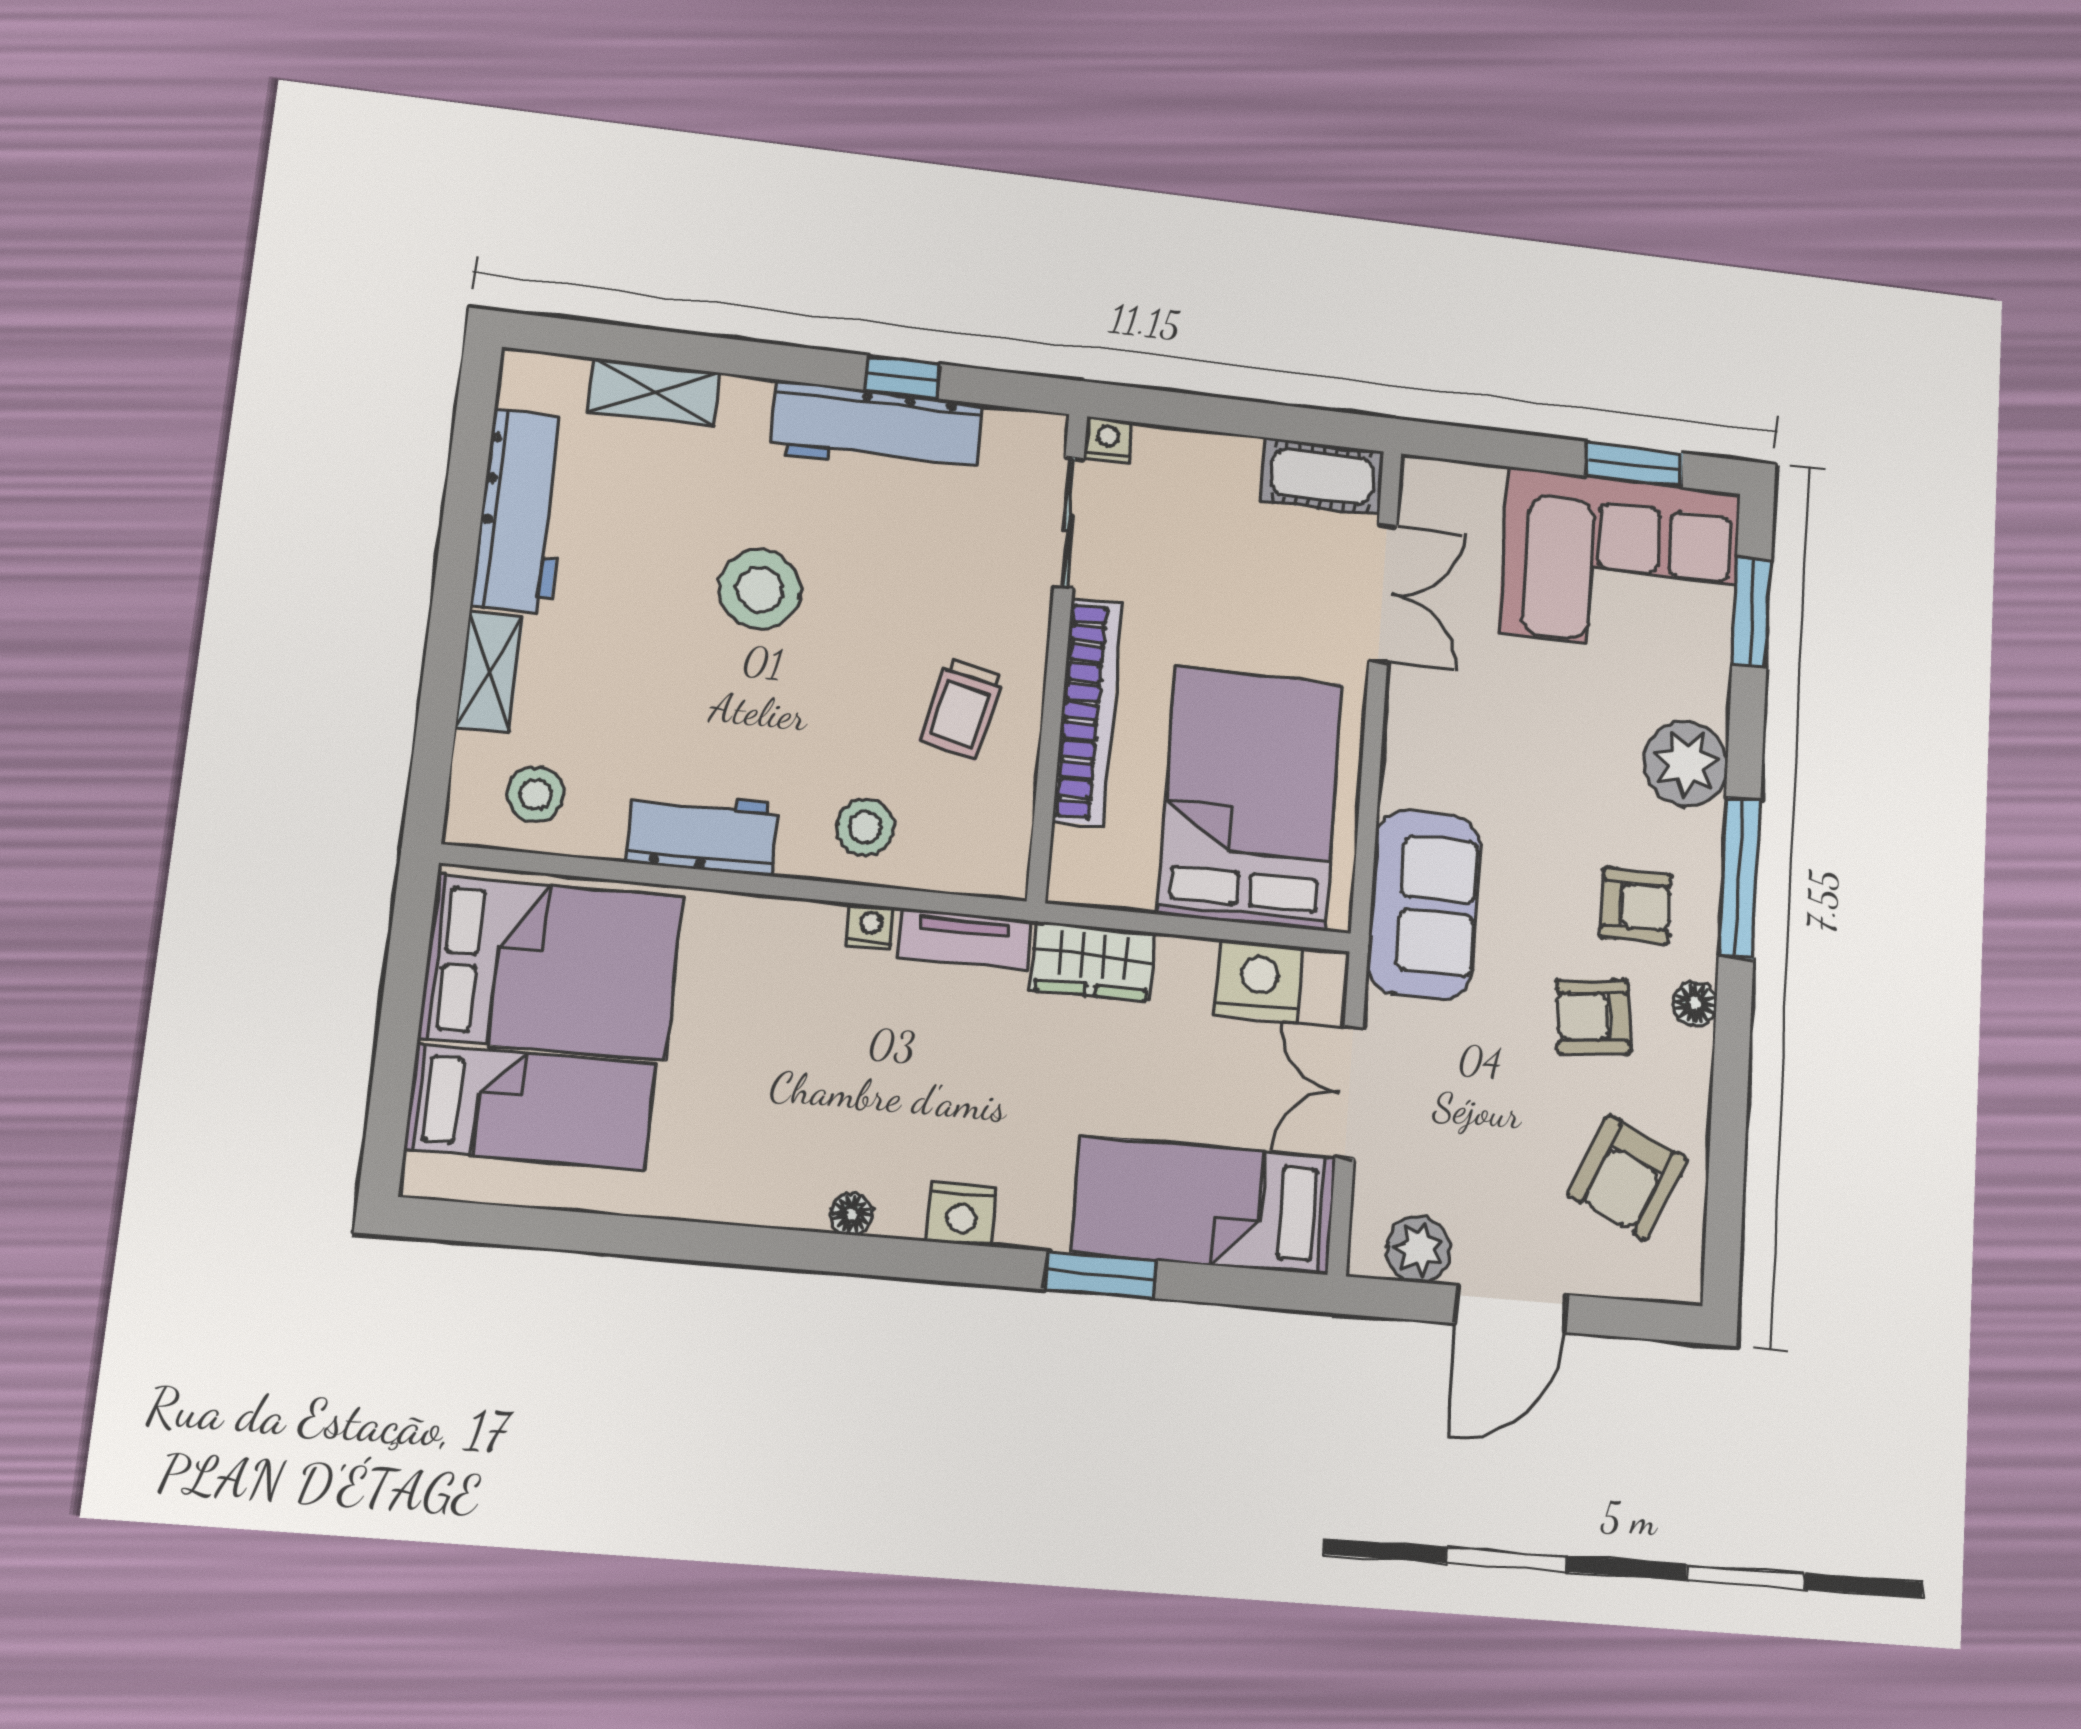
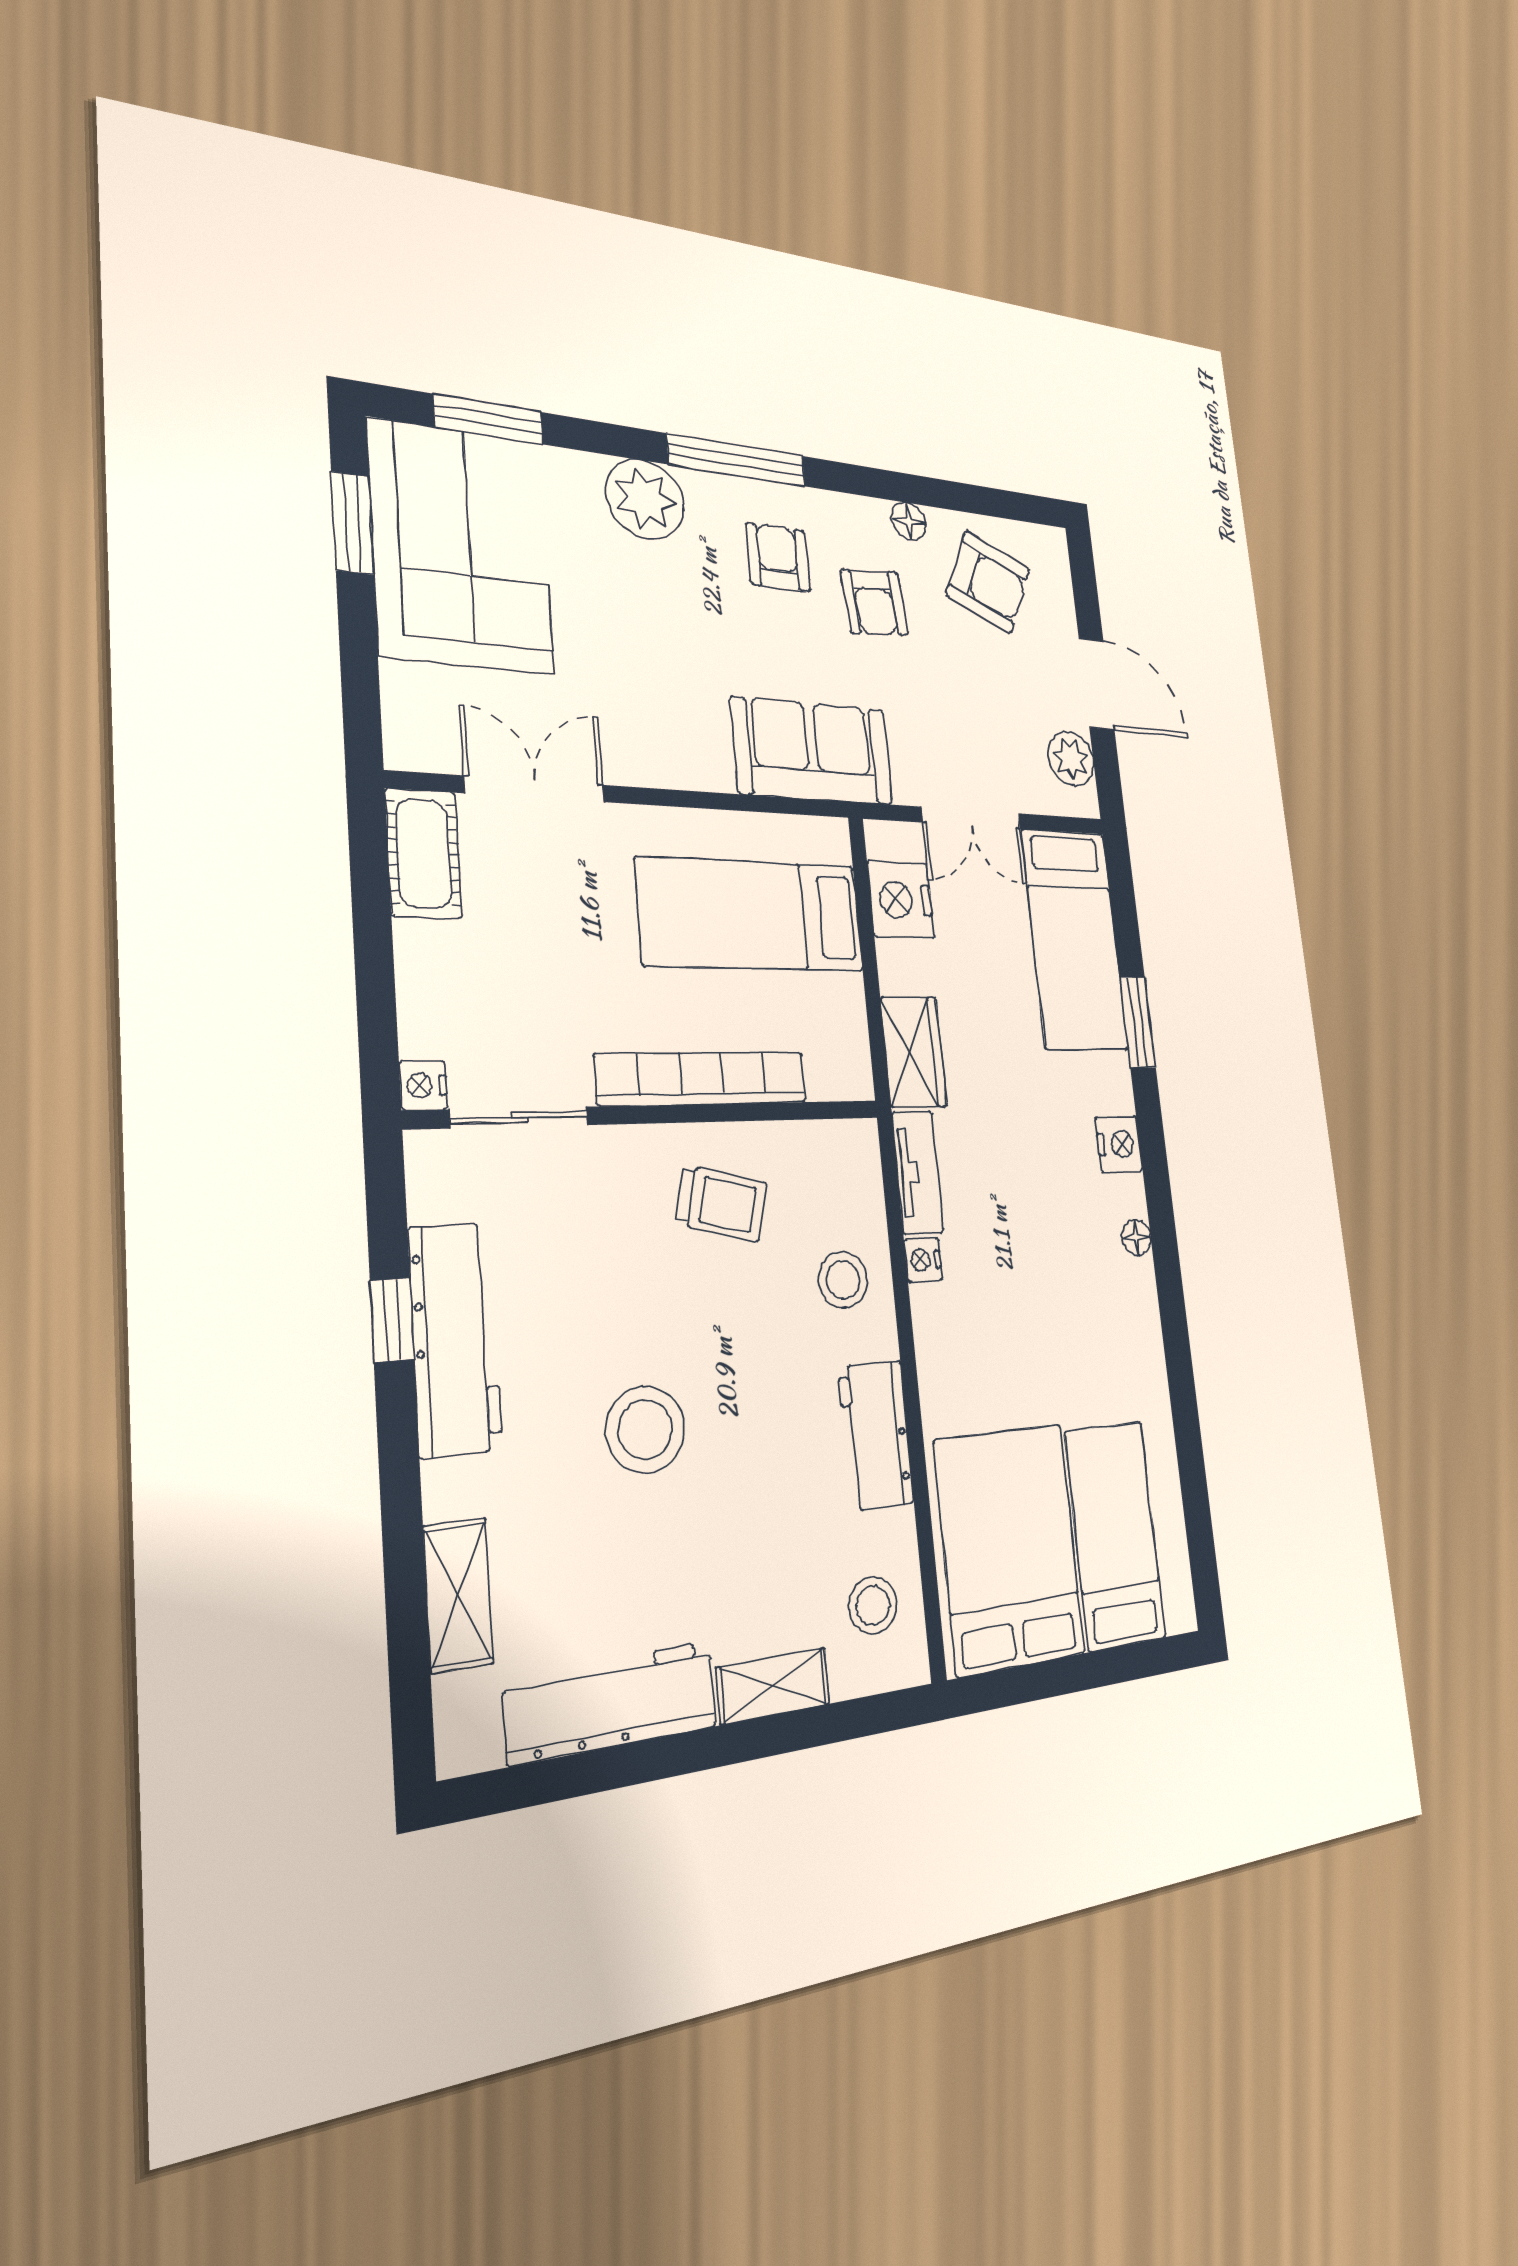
bed: (1250, 798) -> (751, 915), width x0.67
floor lamp: (1695, 1003) -> (909, 521), moved

